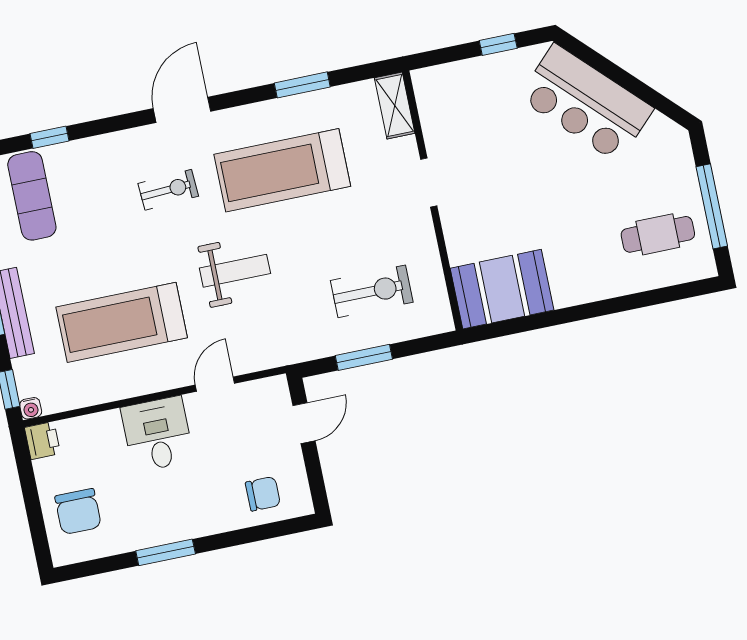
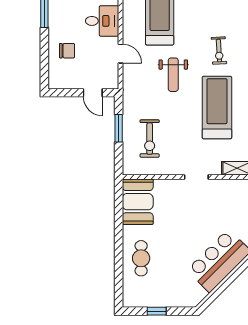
window: (712, 206) -> (157, 311), width x0.46
cafe table: (658, 234) -> (141, 258), moved
chair: (263, 494) -> (67, 51), moved, turned -90

